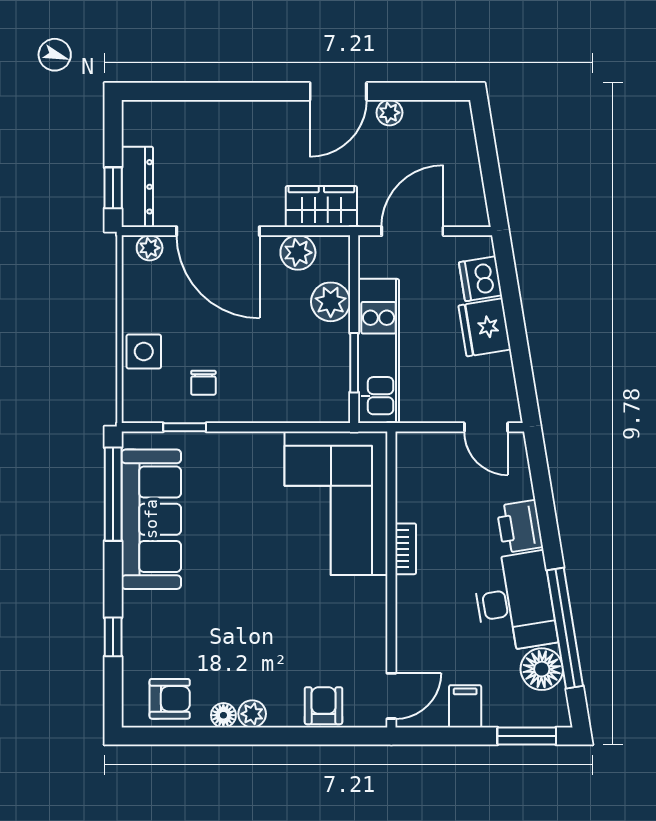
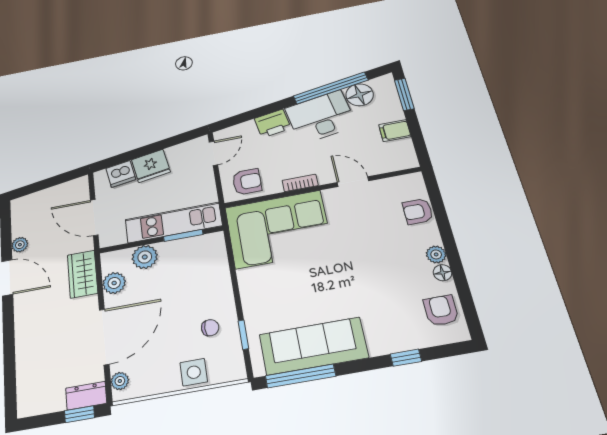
dresser: (137, 187) -> (86, 396), width x0.70
armchair: (425, 471) -> (247, 182), added
door: (391, 696) -> (353, 182), moved

